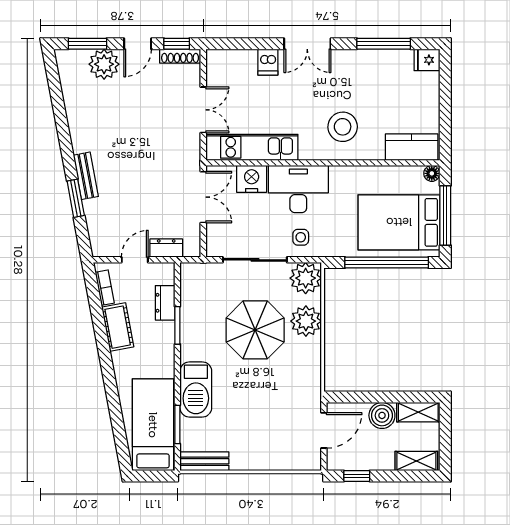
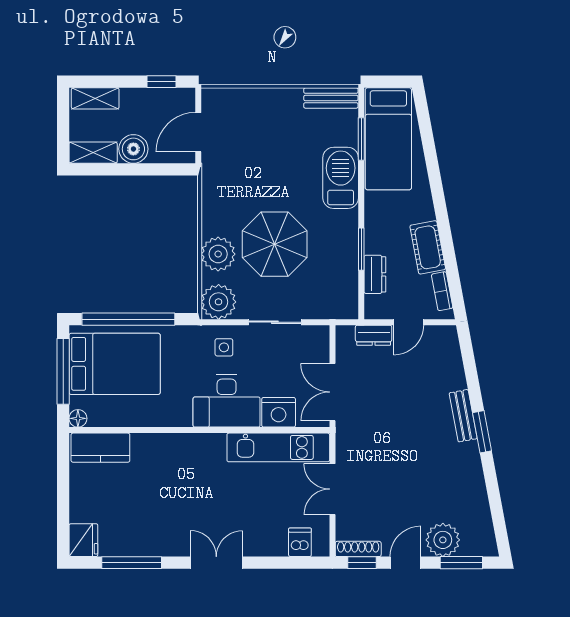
fridge: (427, 60) -> (83, 540), width x1.38
dishwasher: (268, 62) -> (300, 542), moved
stool: (343, 127) -> (177, 470), removed
window: (76, 198) -> (482, 432), moved
sliding door: (255, 260) -> (275, 322), width x0.73

